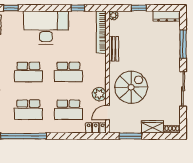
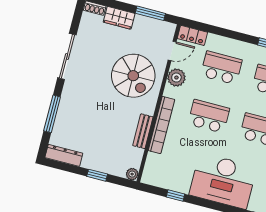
bookcase: (101, 32) -> (161, 125), moved
spiral stairs: (131, 87) -> (133, 76), turned -90

